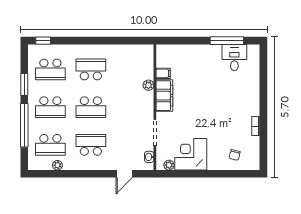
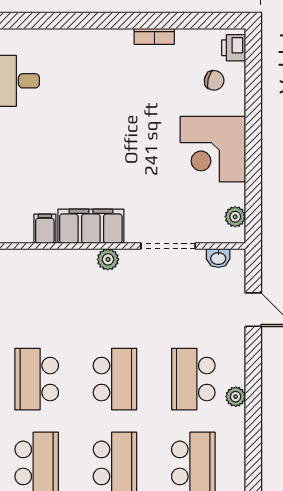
plant: (148, 85) -> (108, 259), moved
corner desk: (191, 154) -> (213, 149), moved
printer: (250, 164) -> (234, 48), added
plant: (57, 165) -> (236, 397), moved

